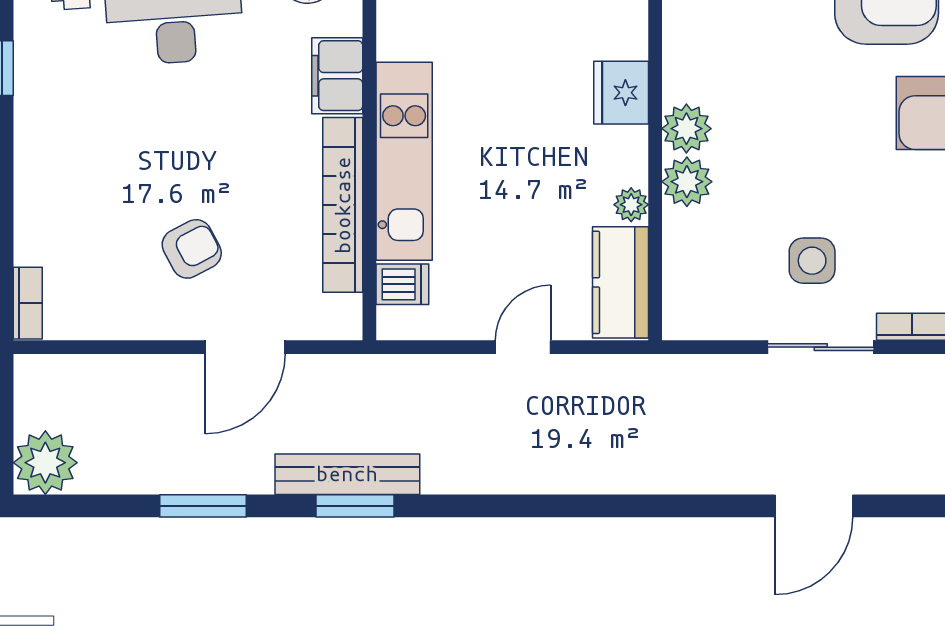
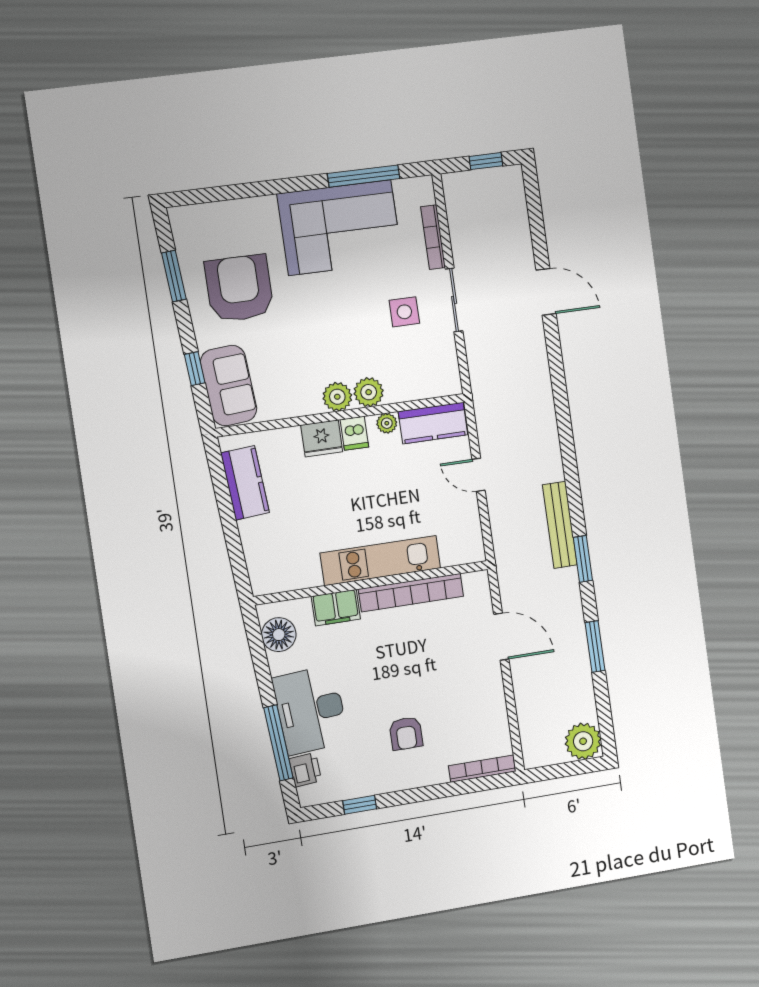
armchair: (192, 249) -> (406, 733), moved, turned -152
dishwasher: (402, 284) -> (354, 433), moved, turned 180
bookcase: (28, 303) -> (482, 769), width x1.56
bench: (347, 474) -> (560, 525), moved

